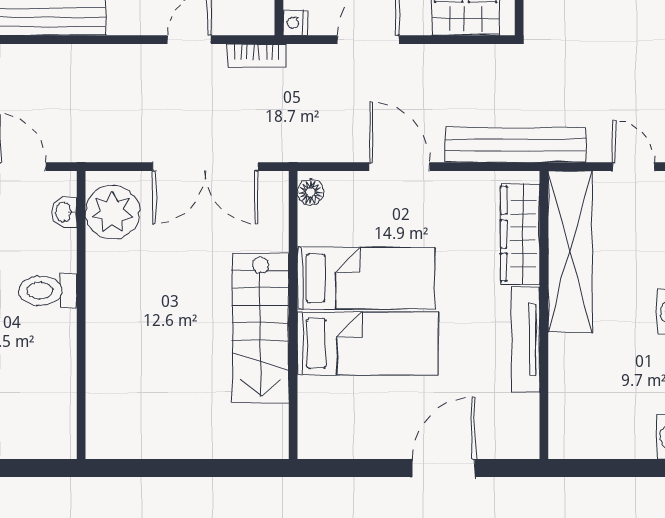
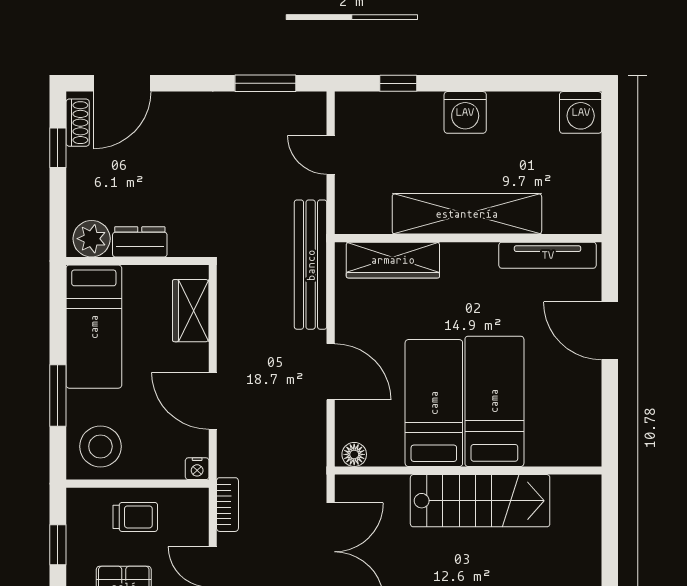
door: (400, 167) -> (331, 372), swing flipped
door: (634, 167) -> (331, 155), hinge flipped
shelving: (570, 251) -> (467, 214), moved
tv unit: (525, 339) -> (548, 255), moved

